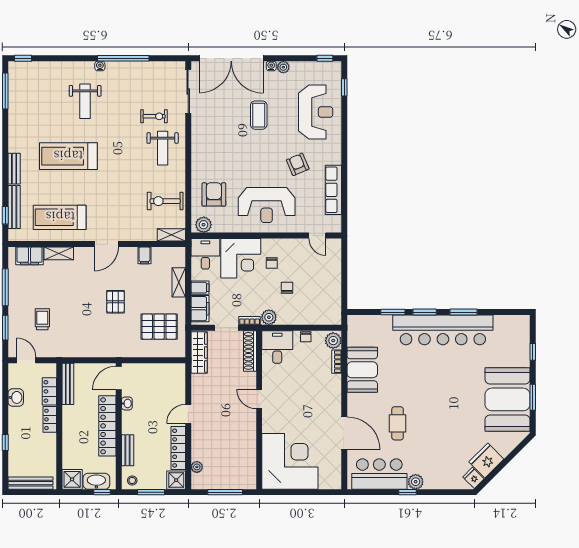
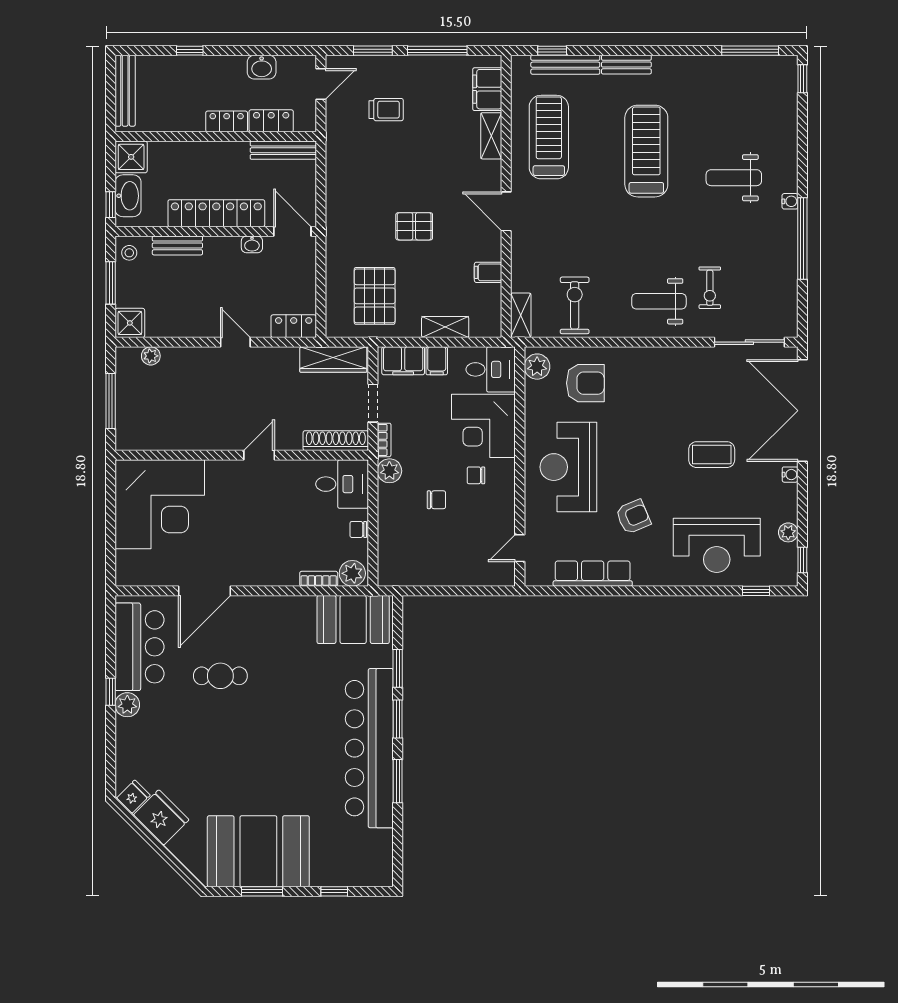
plant: (283, 67) -> (788, 532), moved
booth: (362, 370) -> (353, 619), moved
locker: (178, 448) -> (294, 326), moved, width x0.66

